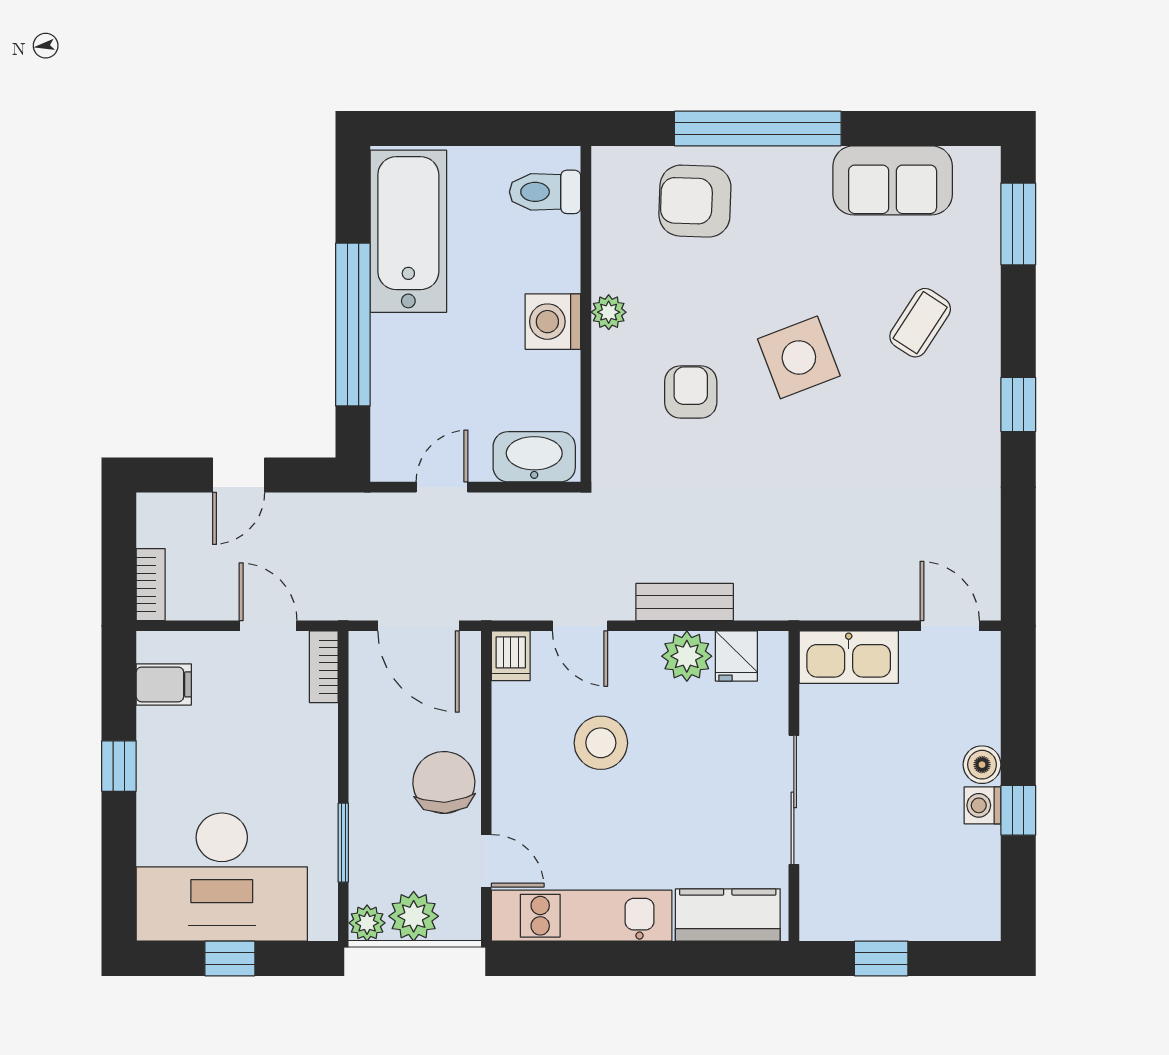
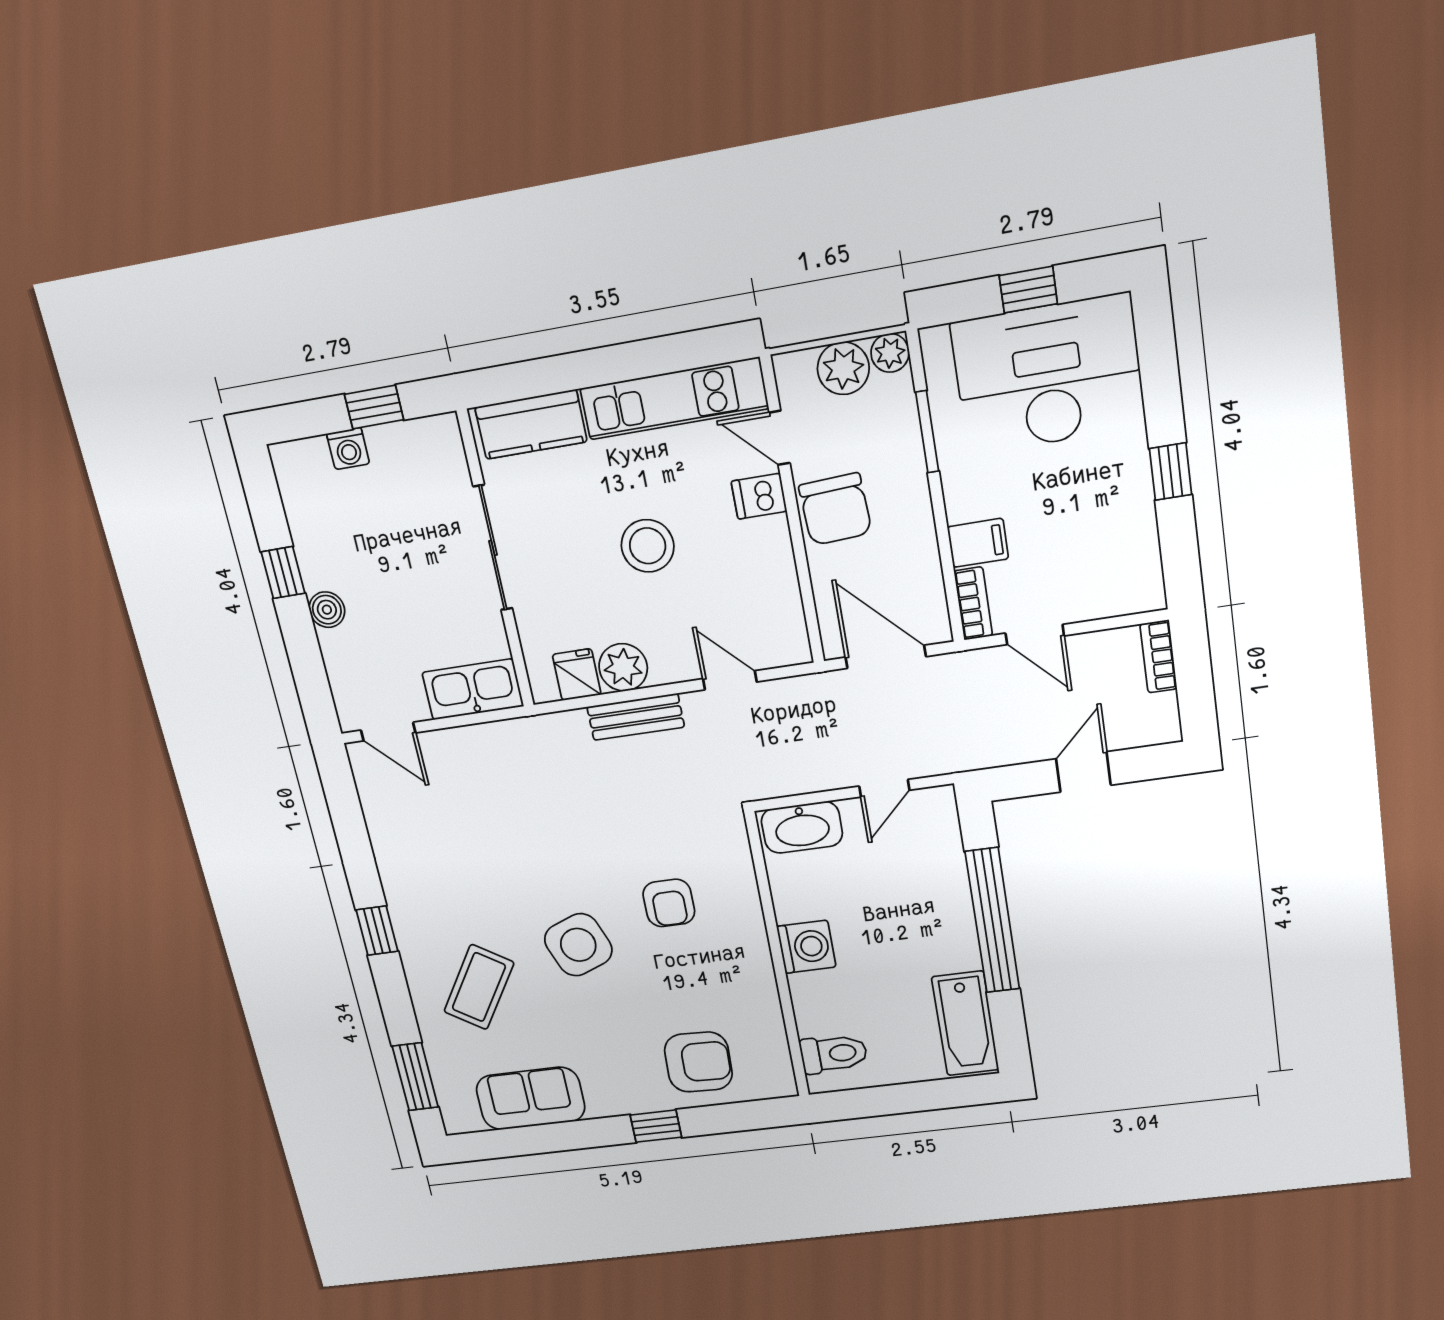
window: (758, 128) -> (656, 1126), width x0.32
bathtub: (408, 231) -> (965, 1023), width x0.73, depth x0.73
plant: (609, 312) -> (757, 961), removed
coffee table: (920, 323) -> (479, 987), width x1.36, depth x1.30
dishwasher: (511, 656) -> (759, 496), moved, turned -90
filing cabinet: (164, 684) -> (978, 543), moved, turned 180
stool: (601, 743) -> (648, 546), moved
washing machine: (982, 805) -> (348, 449), moved, turned 90

